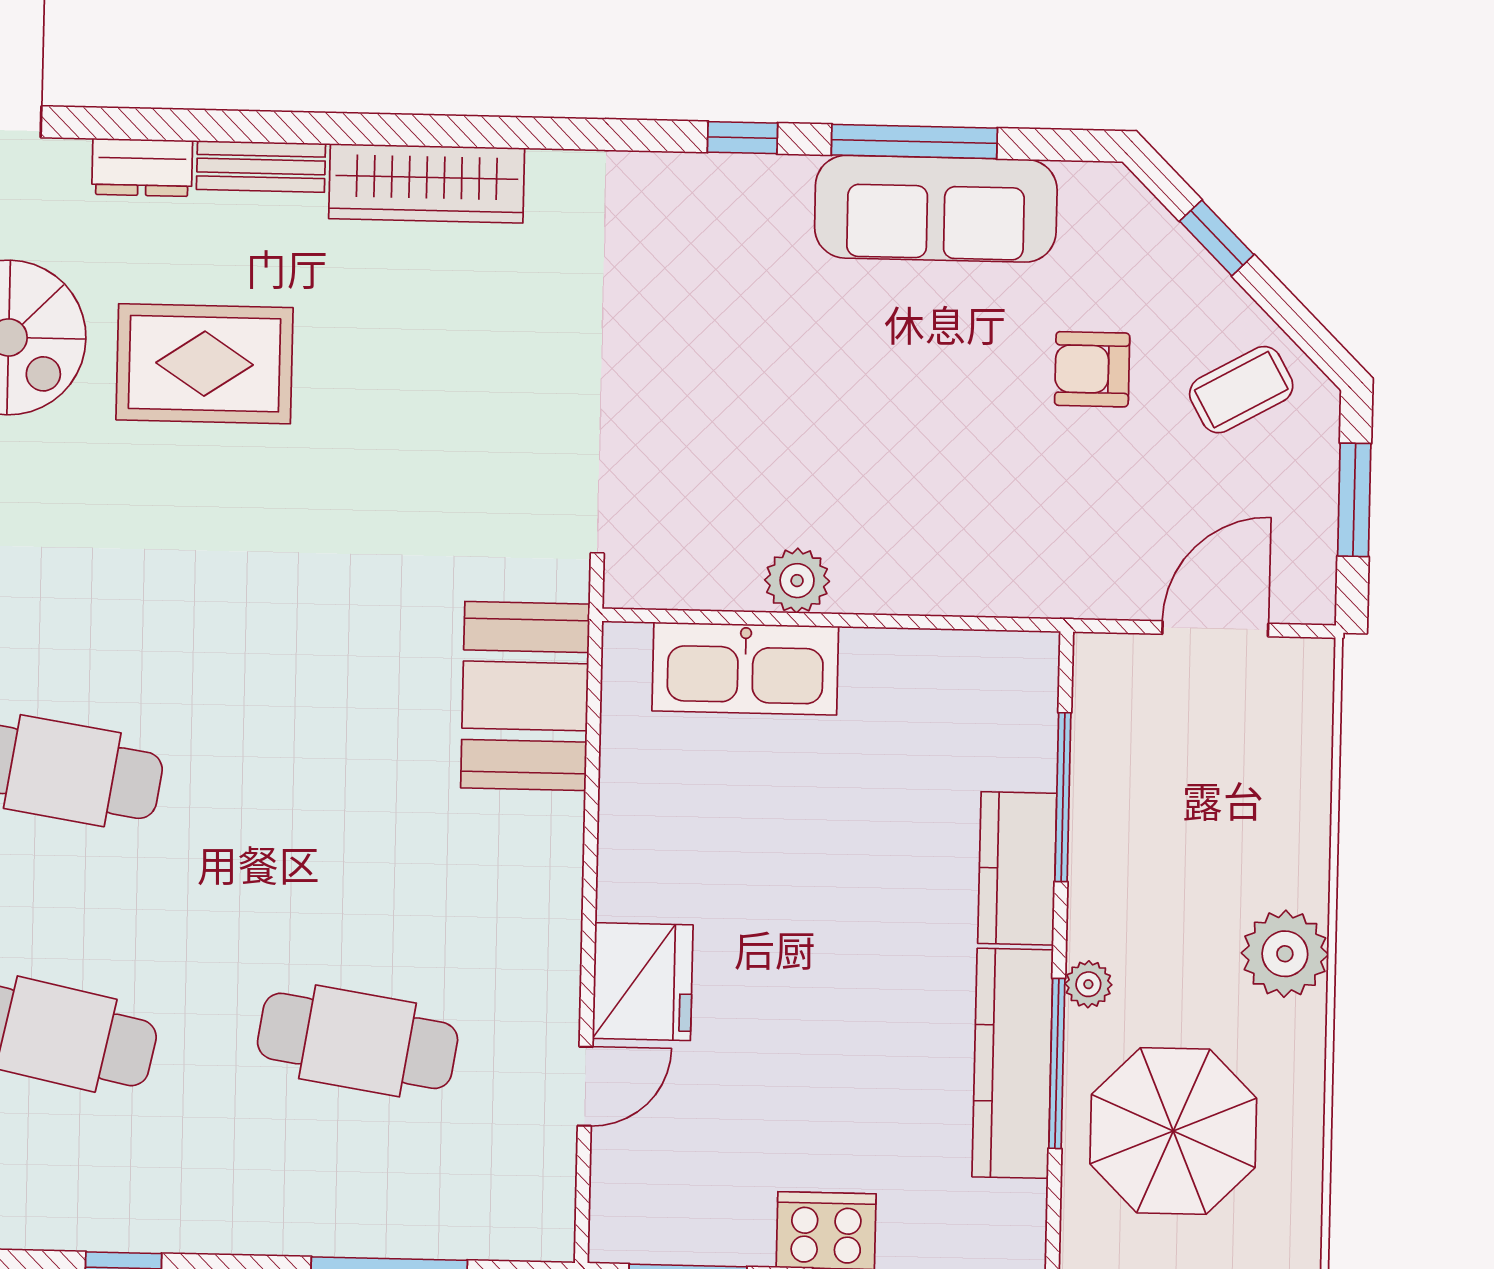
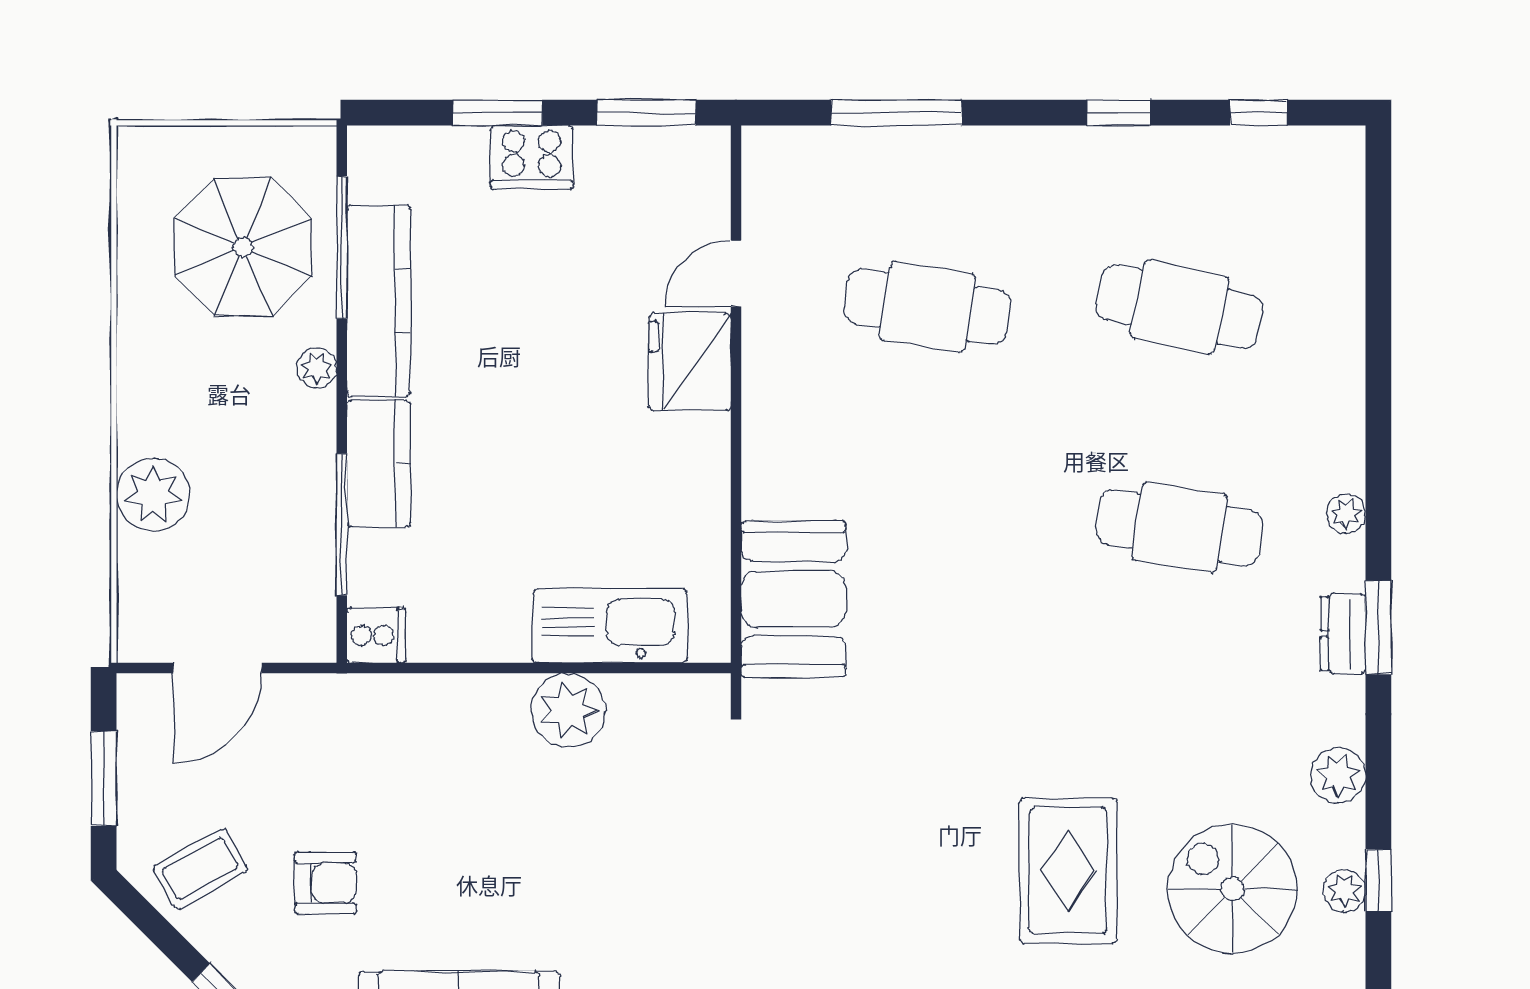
rug: (205, 364) -> (1068, 871), turned 90
plant: (797, 581) -> (568, 710), width x1.36, depth x1.36
cooker: (1025, 664) -> (376, 635), added
plant: (1285, 954) -> (153, 495), moved
window: (1057, 1063) -> (342, 247), moved

